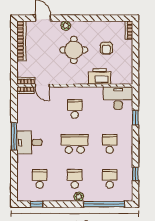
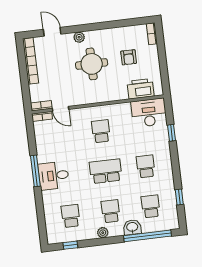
printer: (100, 76) -> (141, 89), moved
washbasin: (92, 195) -> (132, 227), added
plant: (79, 197) -> (103, 233), moved

